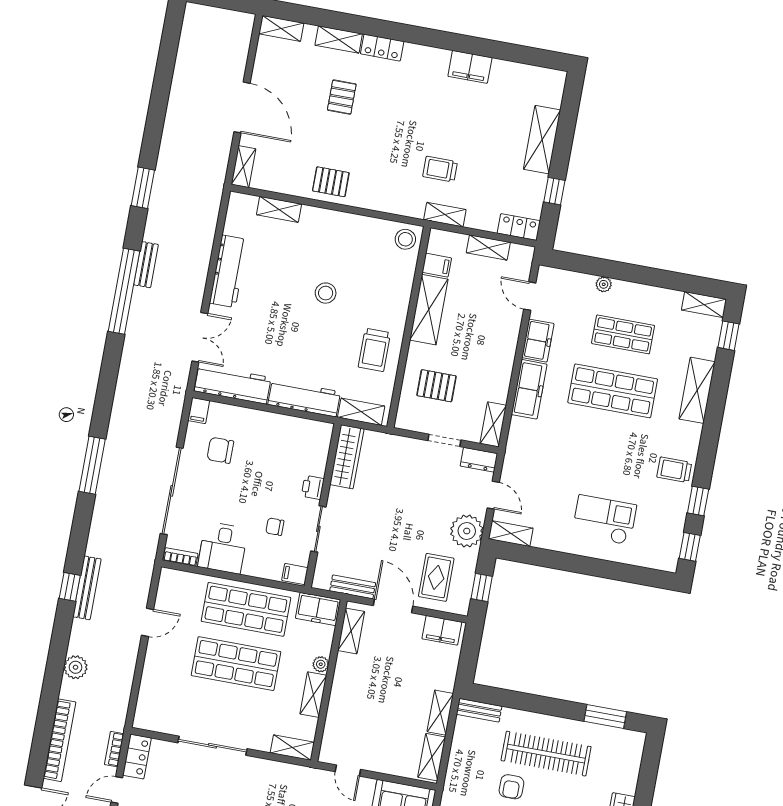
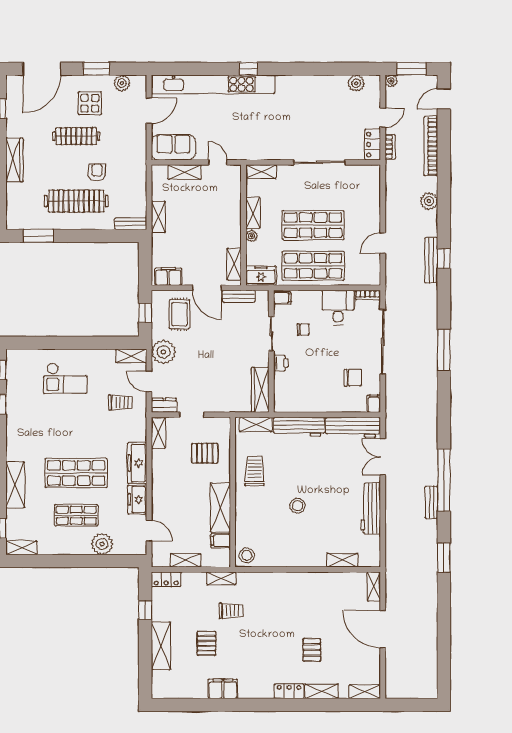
pallet: (331, 182) -> (207, 643), moved, turned 90
plant: (604, 284) -> (102, 544), width x1.88, depth x1.88
trolley: (674, 470) -> (121, 403), moved
shelving: (432, 757) -> (185, 172), moved, turned 90

